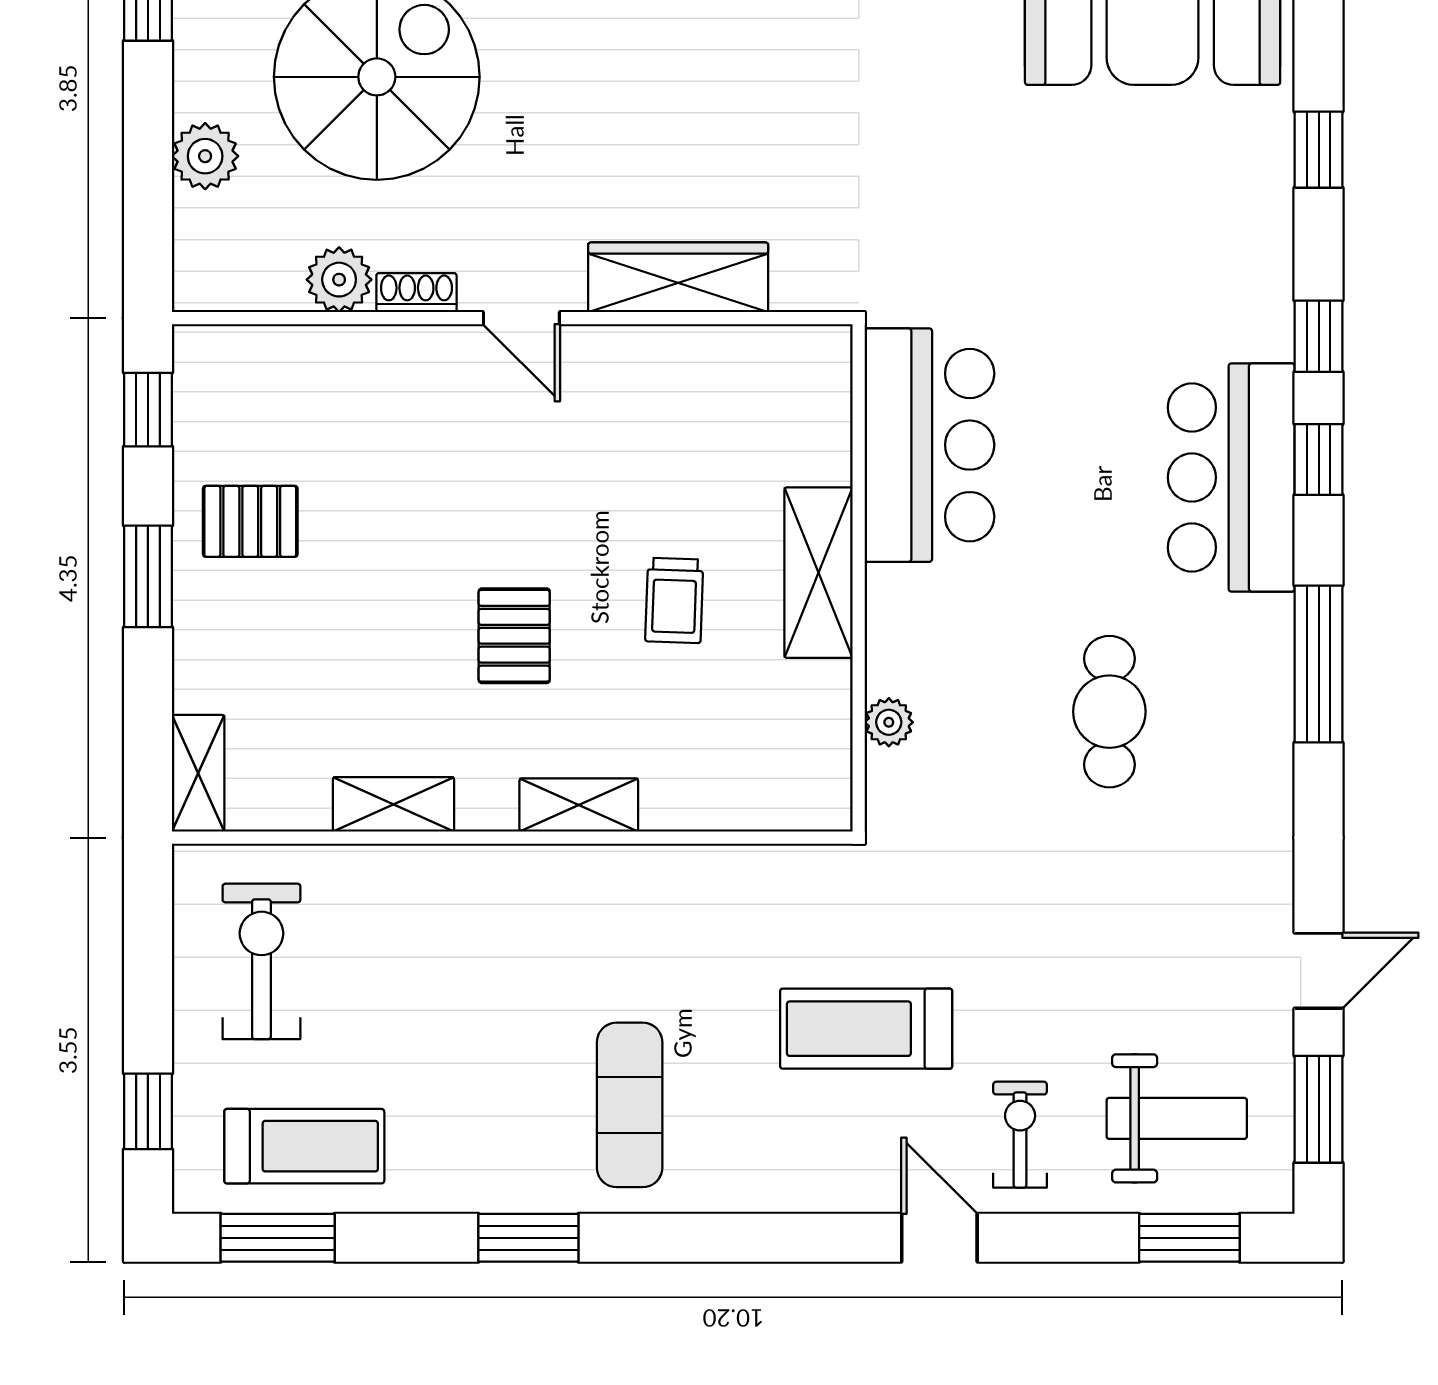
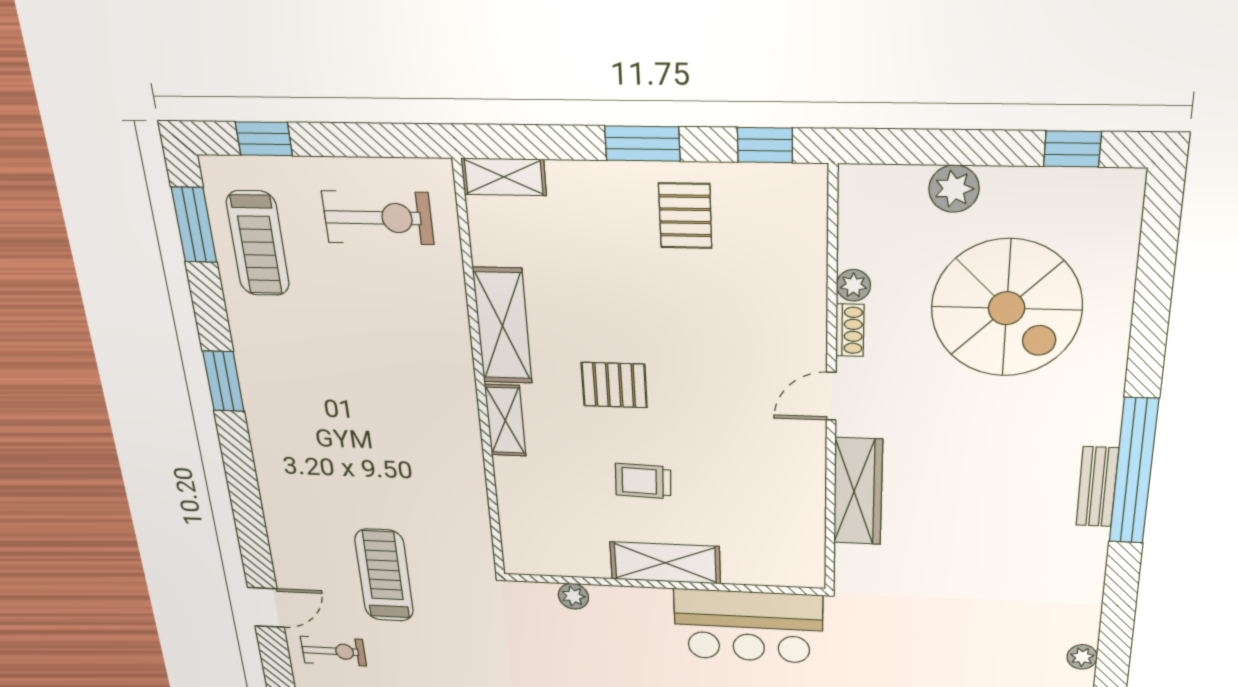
plant: (339, 280) -> (853, 285), width x0.73, depth x0.73
shelving: (394, 804) -> (502, 326), width x1.50, depth x1.33
exercise mat: (630, 1105) -> (317, 443), removed

